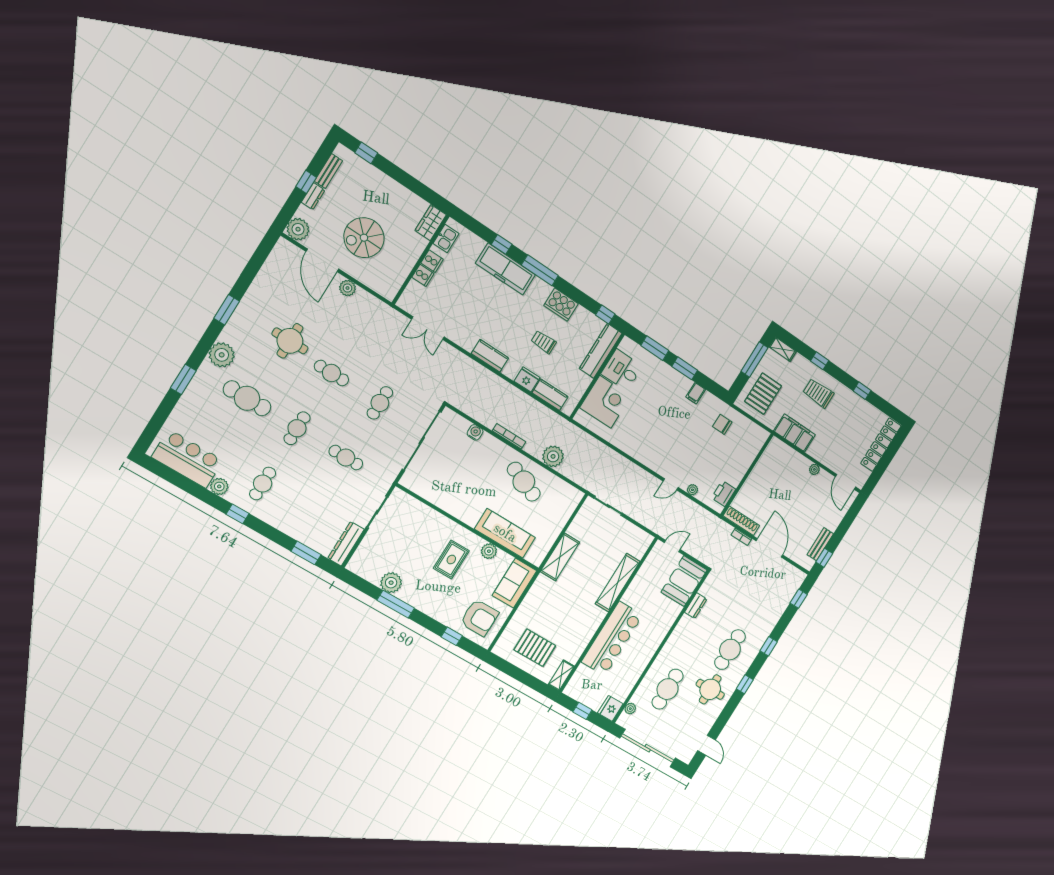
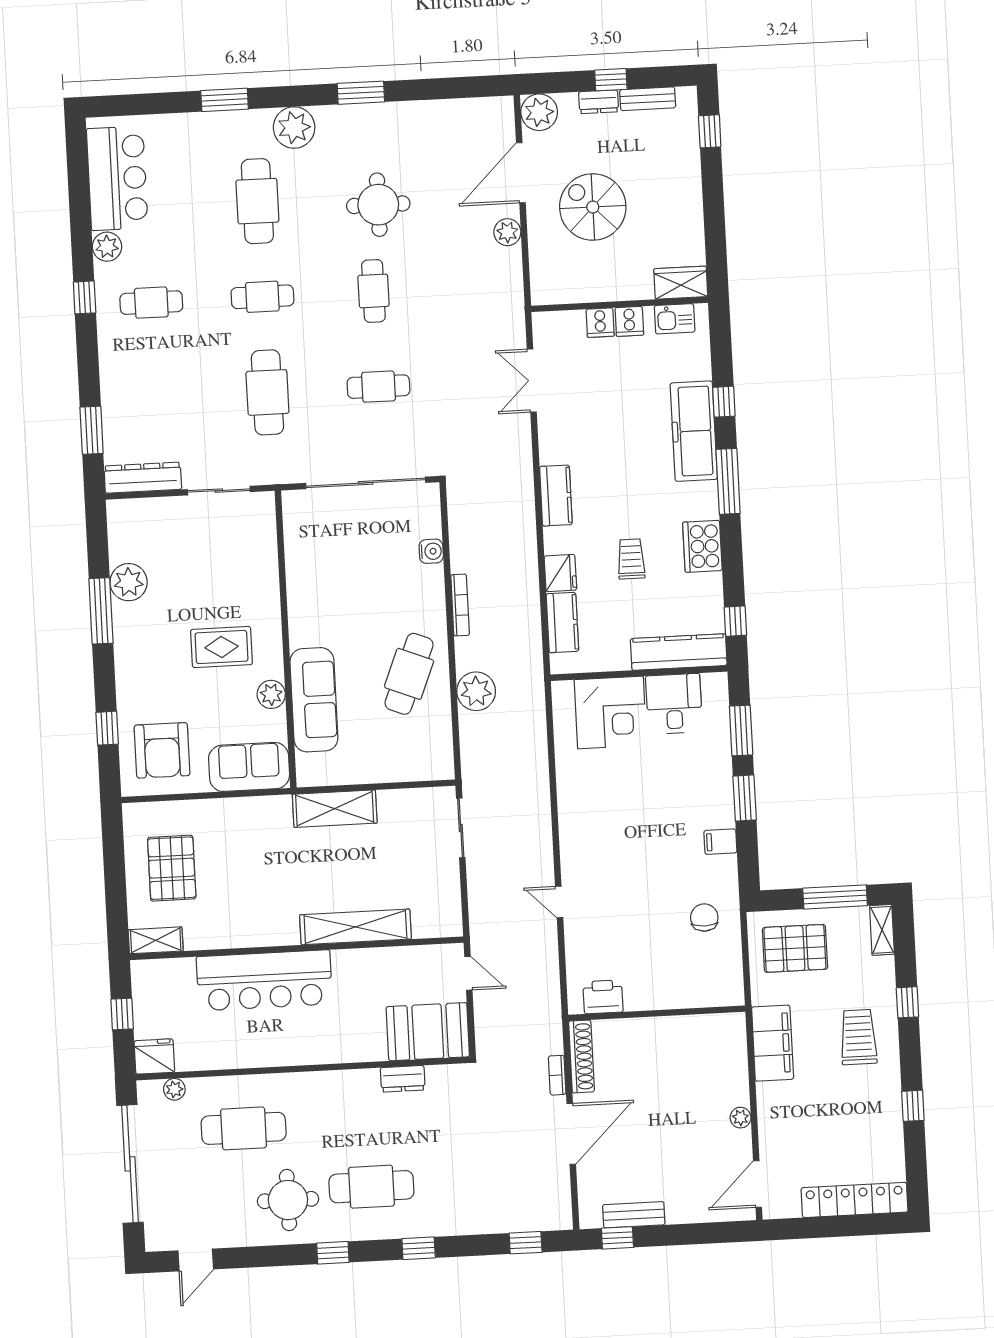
cafe table: (346, 458) -> (267, 392), width x1.37, depth x1.35
plant: (692, 490) -> (575, 943), removed

